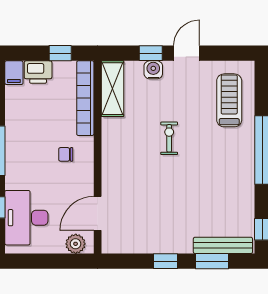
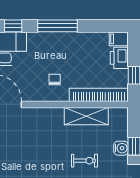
shelving: (113, 89) -> (86, 116), moved
exercise bike: (169, 138) -> (84, 161), moved

